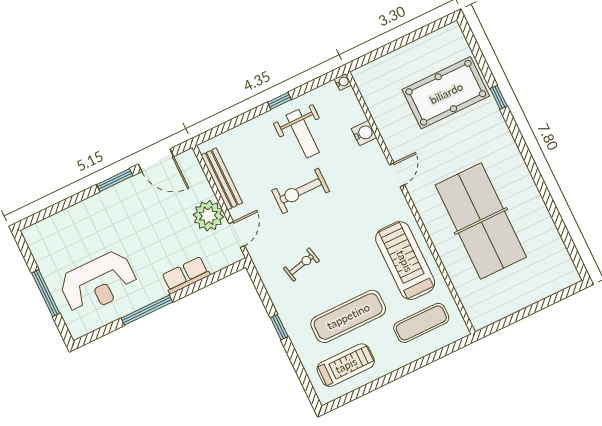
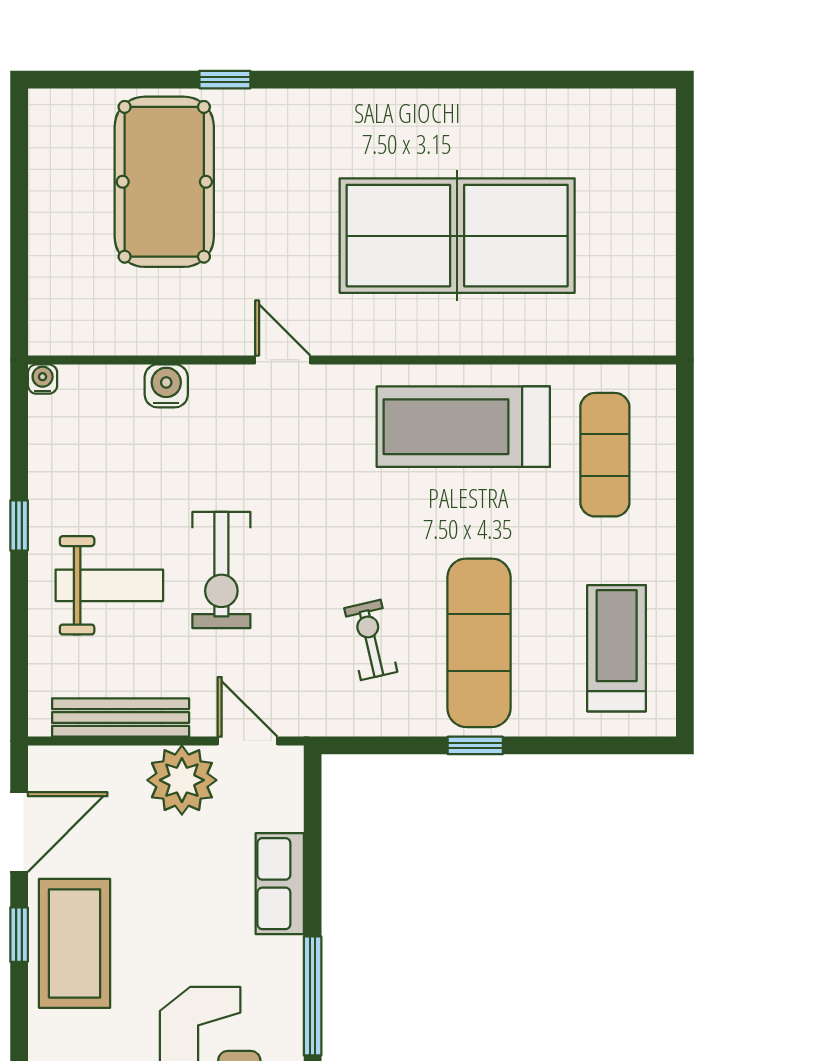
weight bench: (303, 134) -> (109, 585), moved
window: (115, 180) -> (19, 935), width x0.67
coffee table: (122, 204) -> (75, 943), added
exercise mat: (348, 316) -> (479, 643), moved

